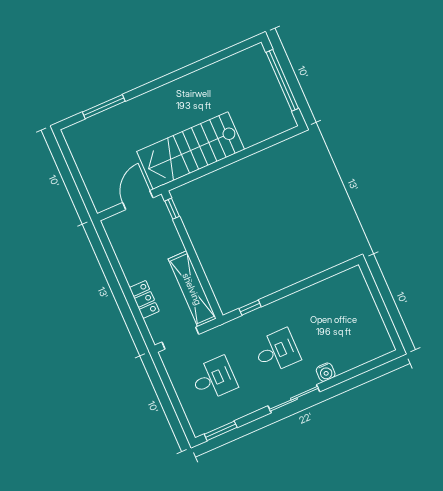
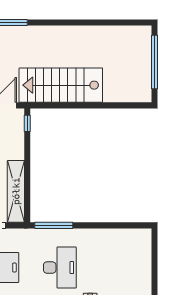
window: (250, 308) -> (54, 225), width x2.17
desk: (277, 351) -> (60, 268), width x1.37

